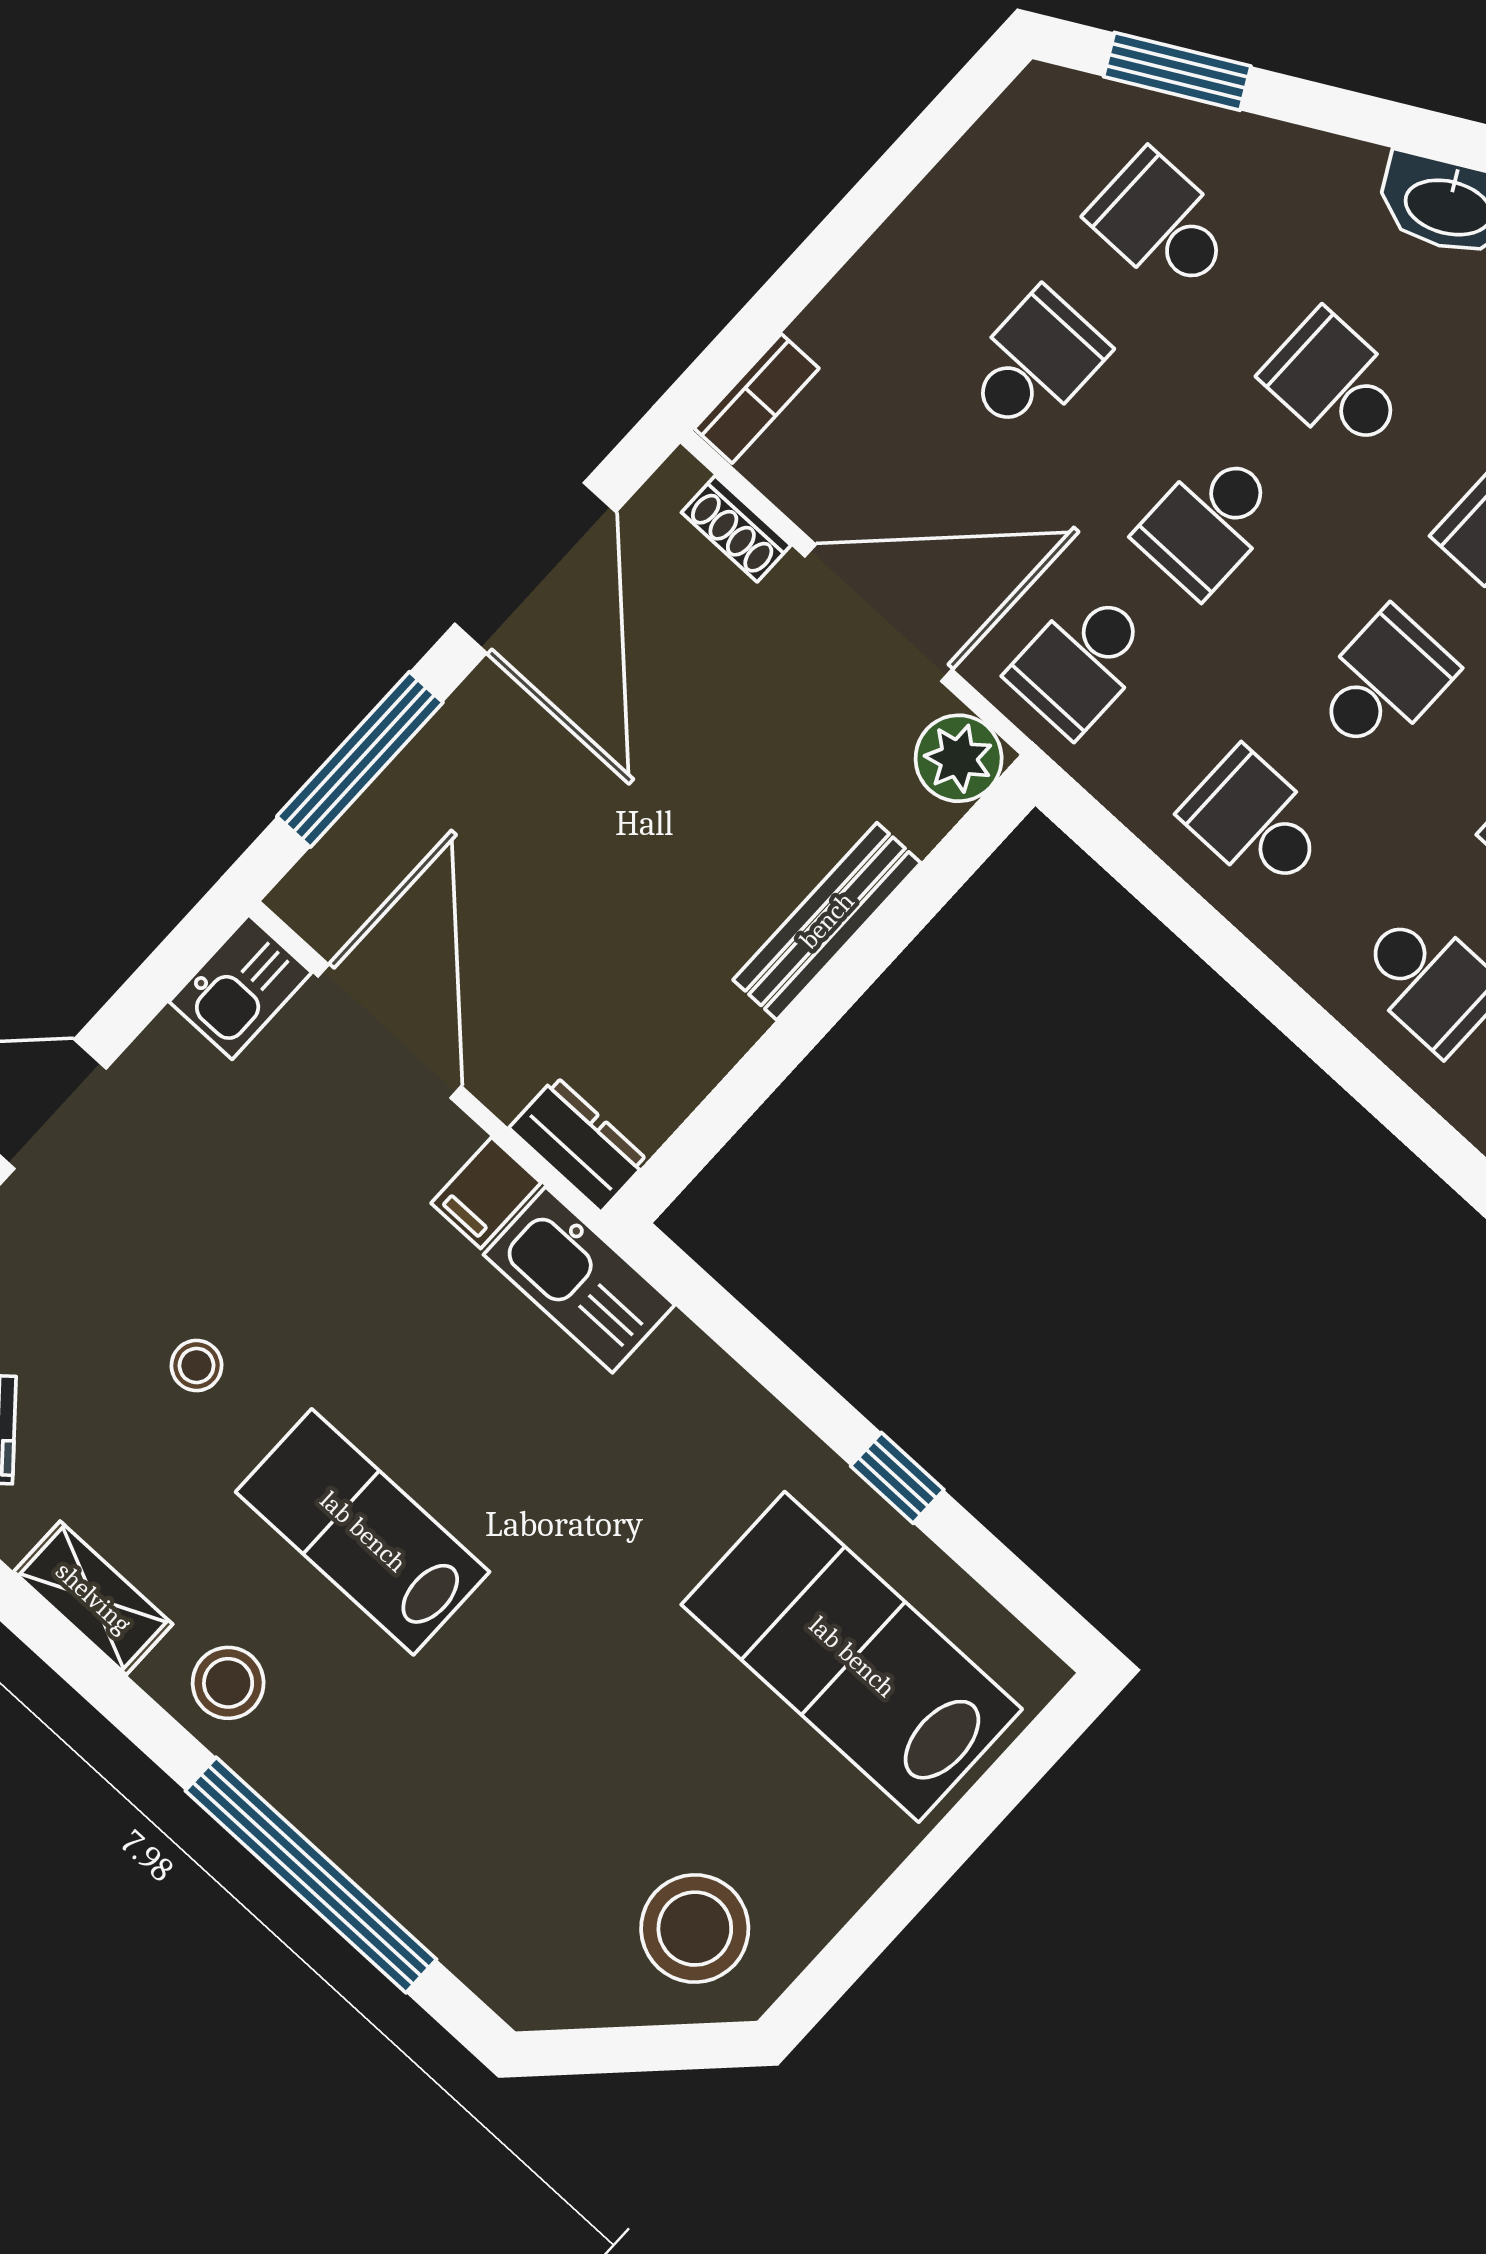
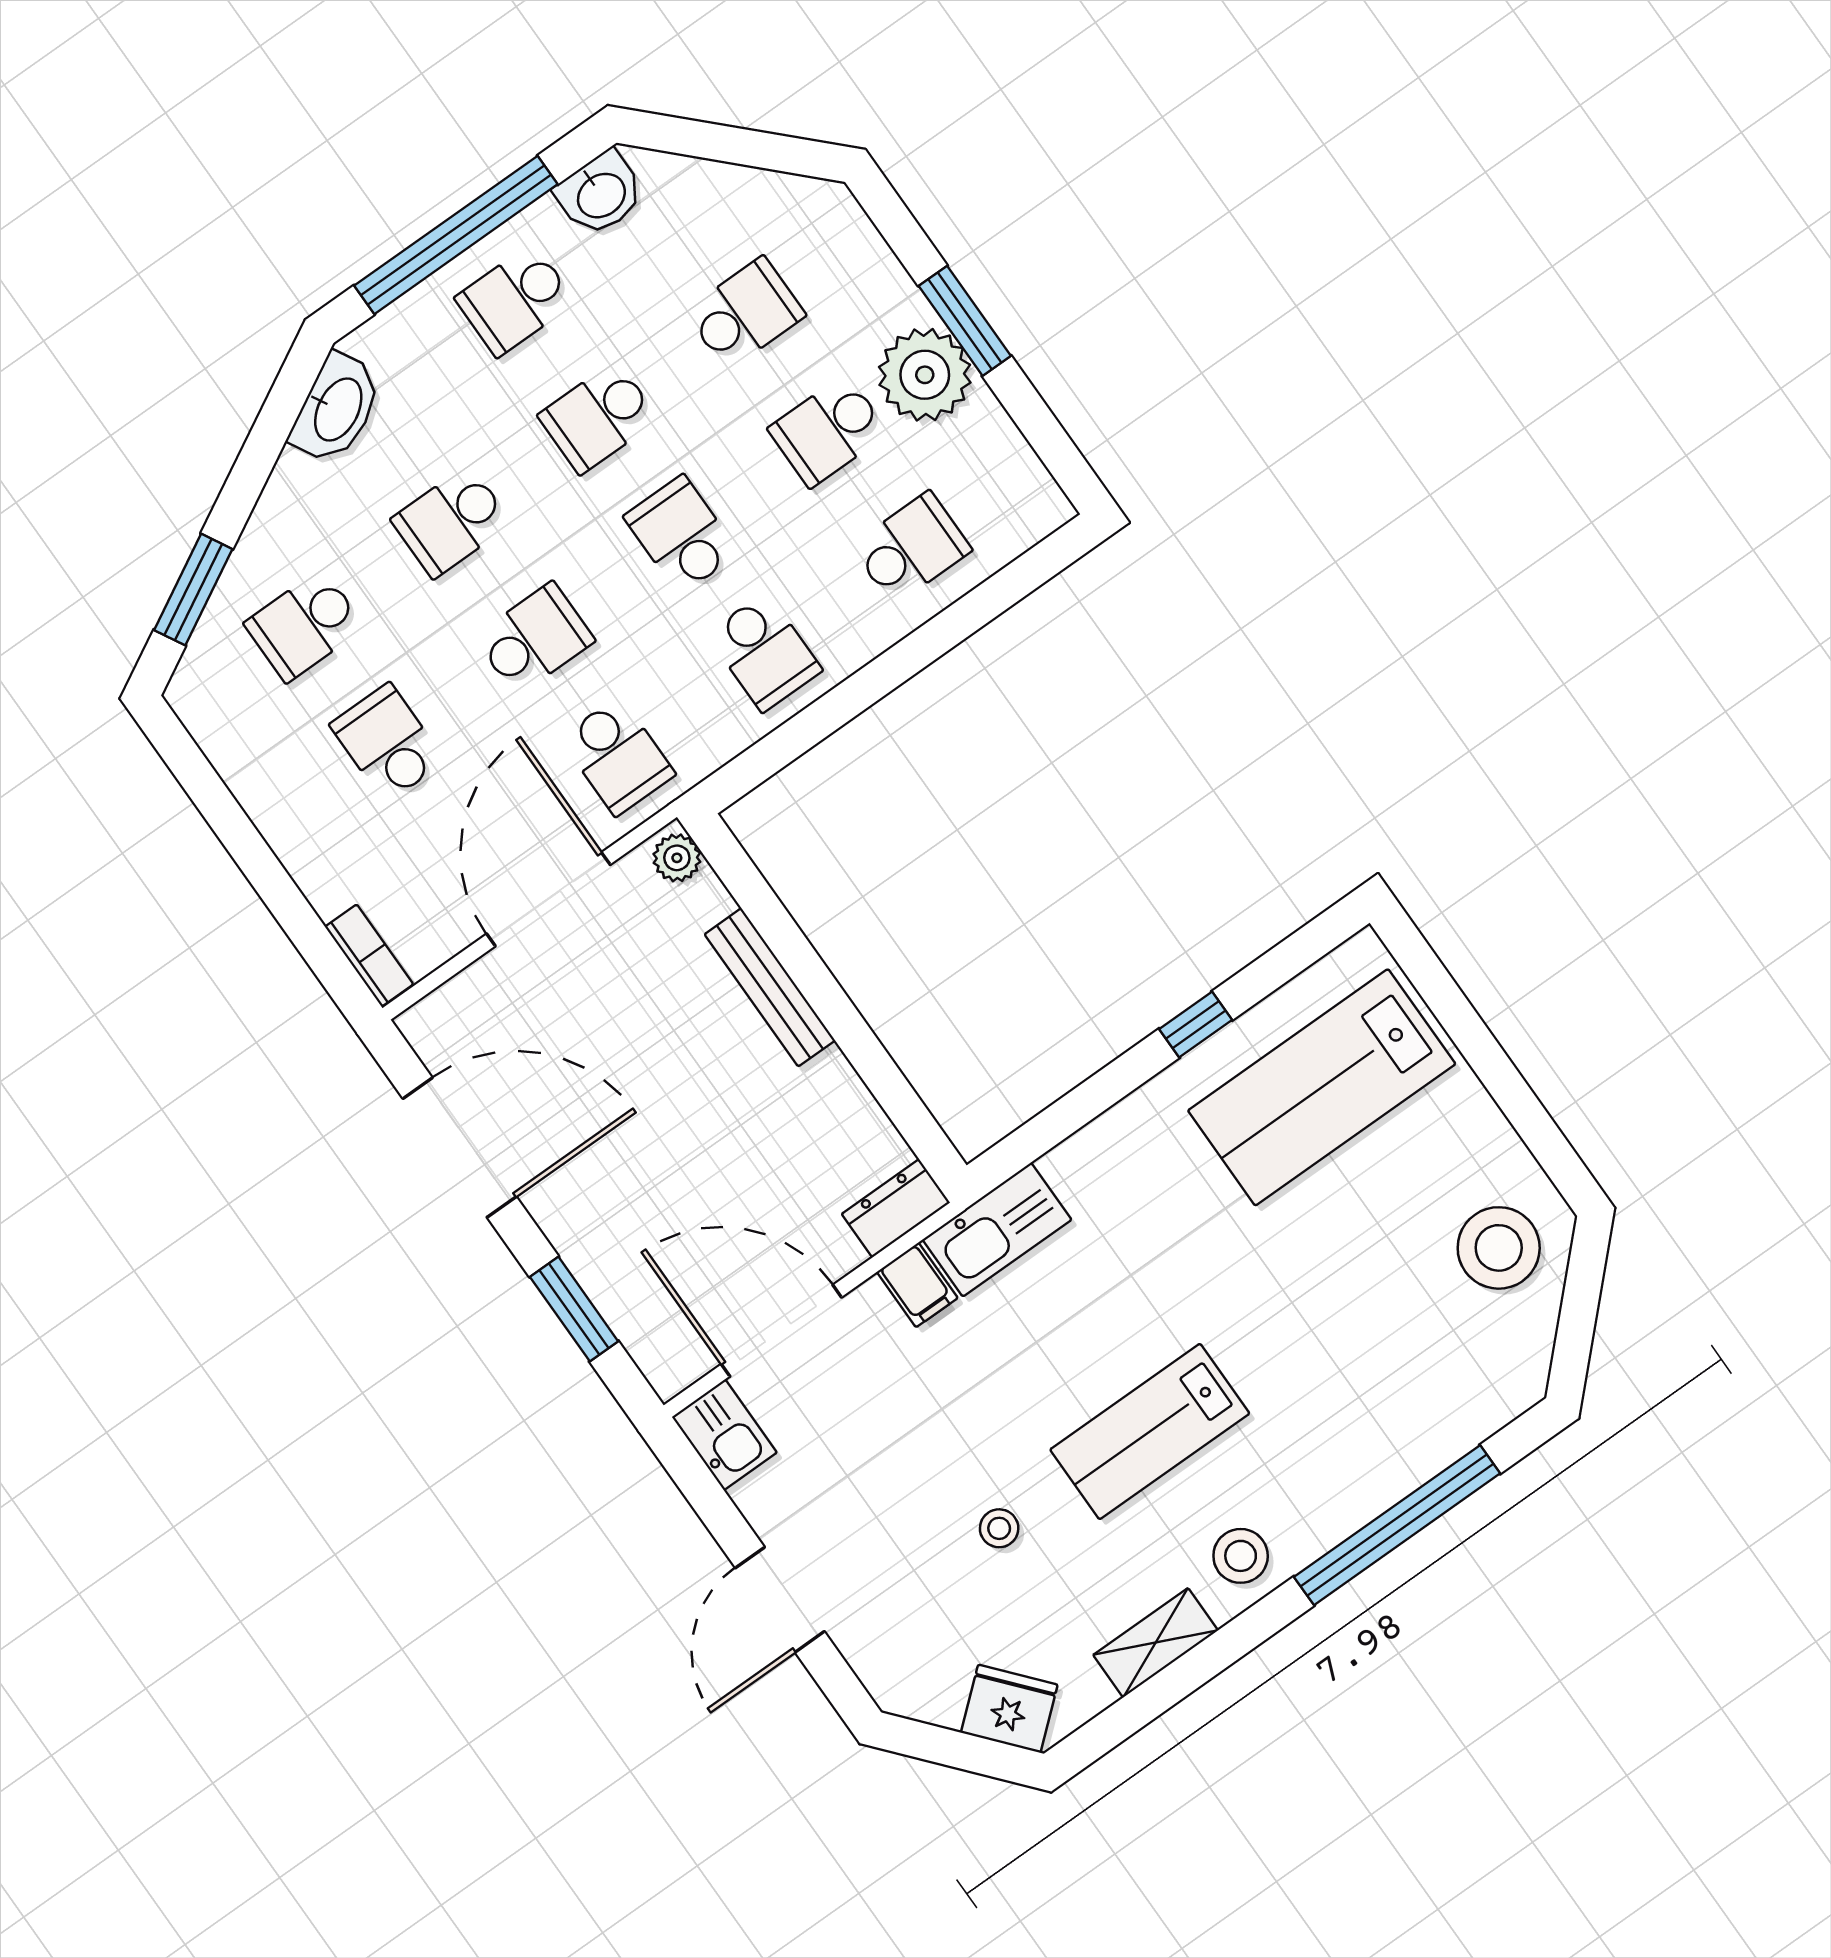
school desk: (1209, 523) -> (534, 639), turned -90
shoe rack: (736, 529) -> (463, 992), removed
plant: (959, 758) -> (677, 858), width x0.73, depth x0.73
window: (360, 759) -> (574, 1309), width x0.69
school desk: (1255, 821) -> (764, 652), turned -90

